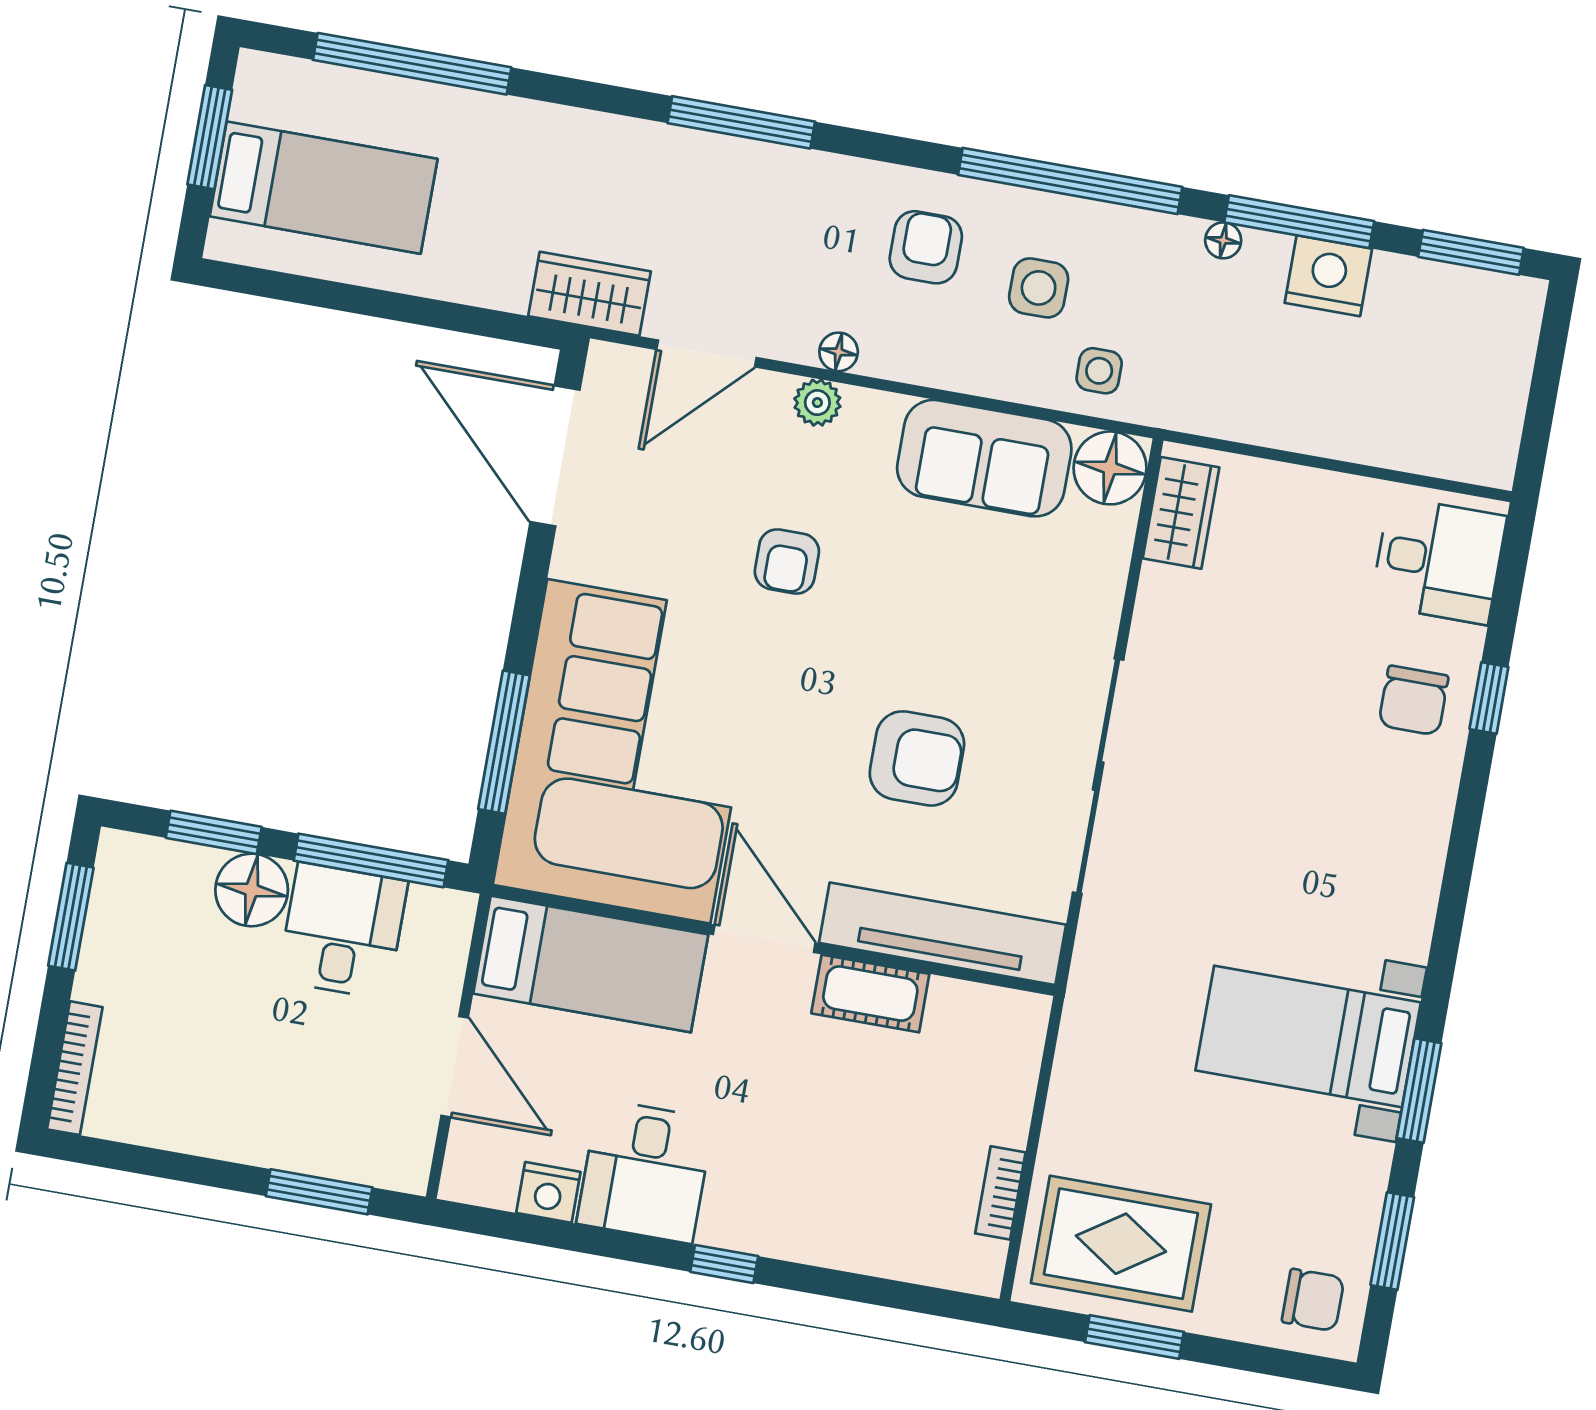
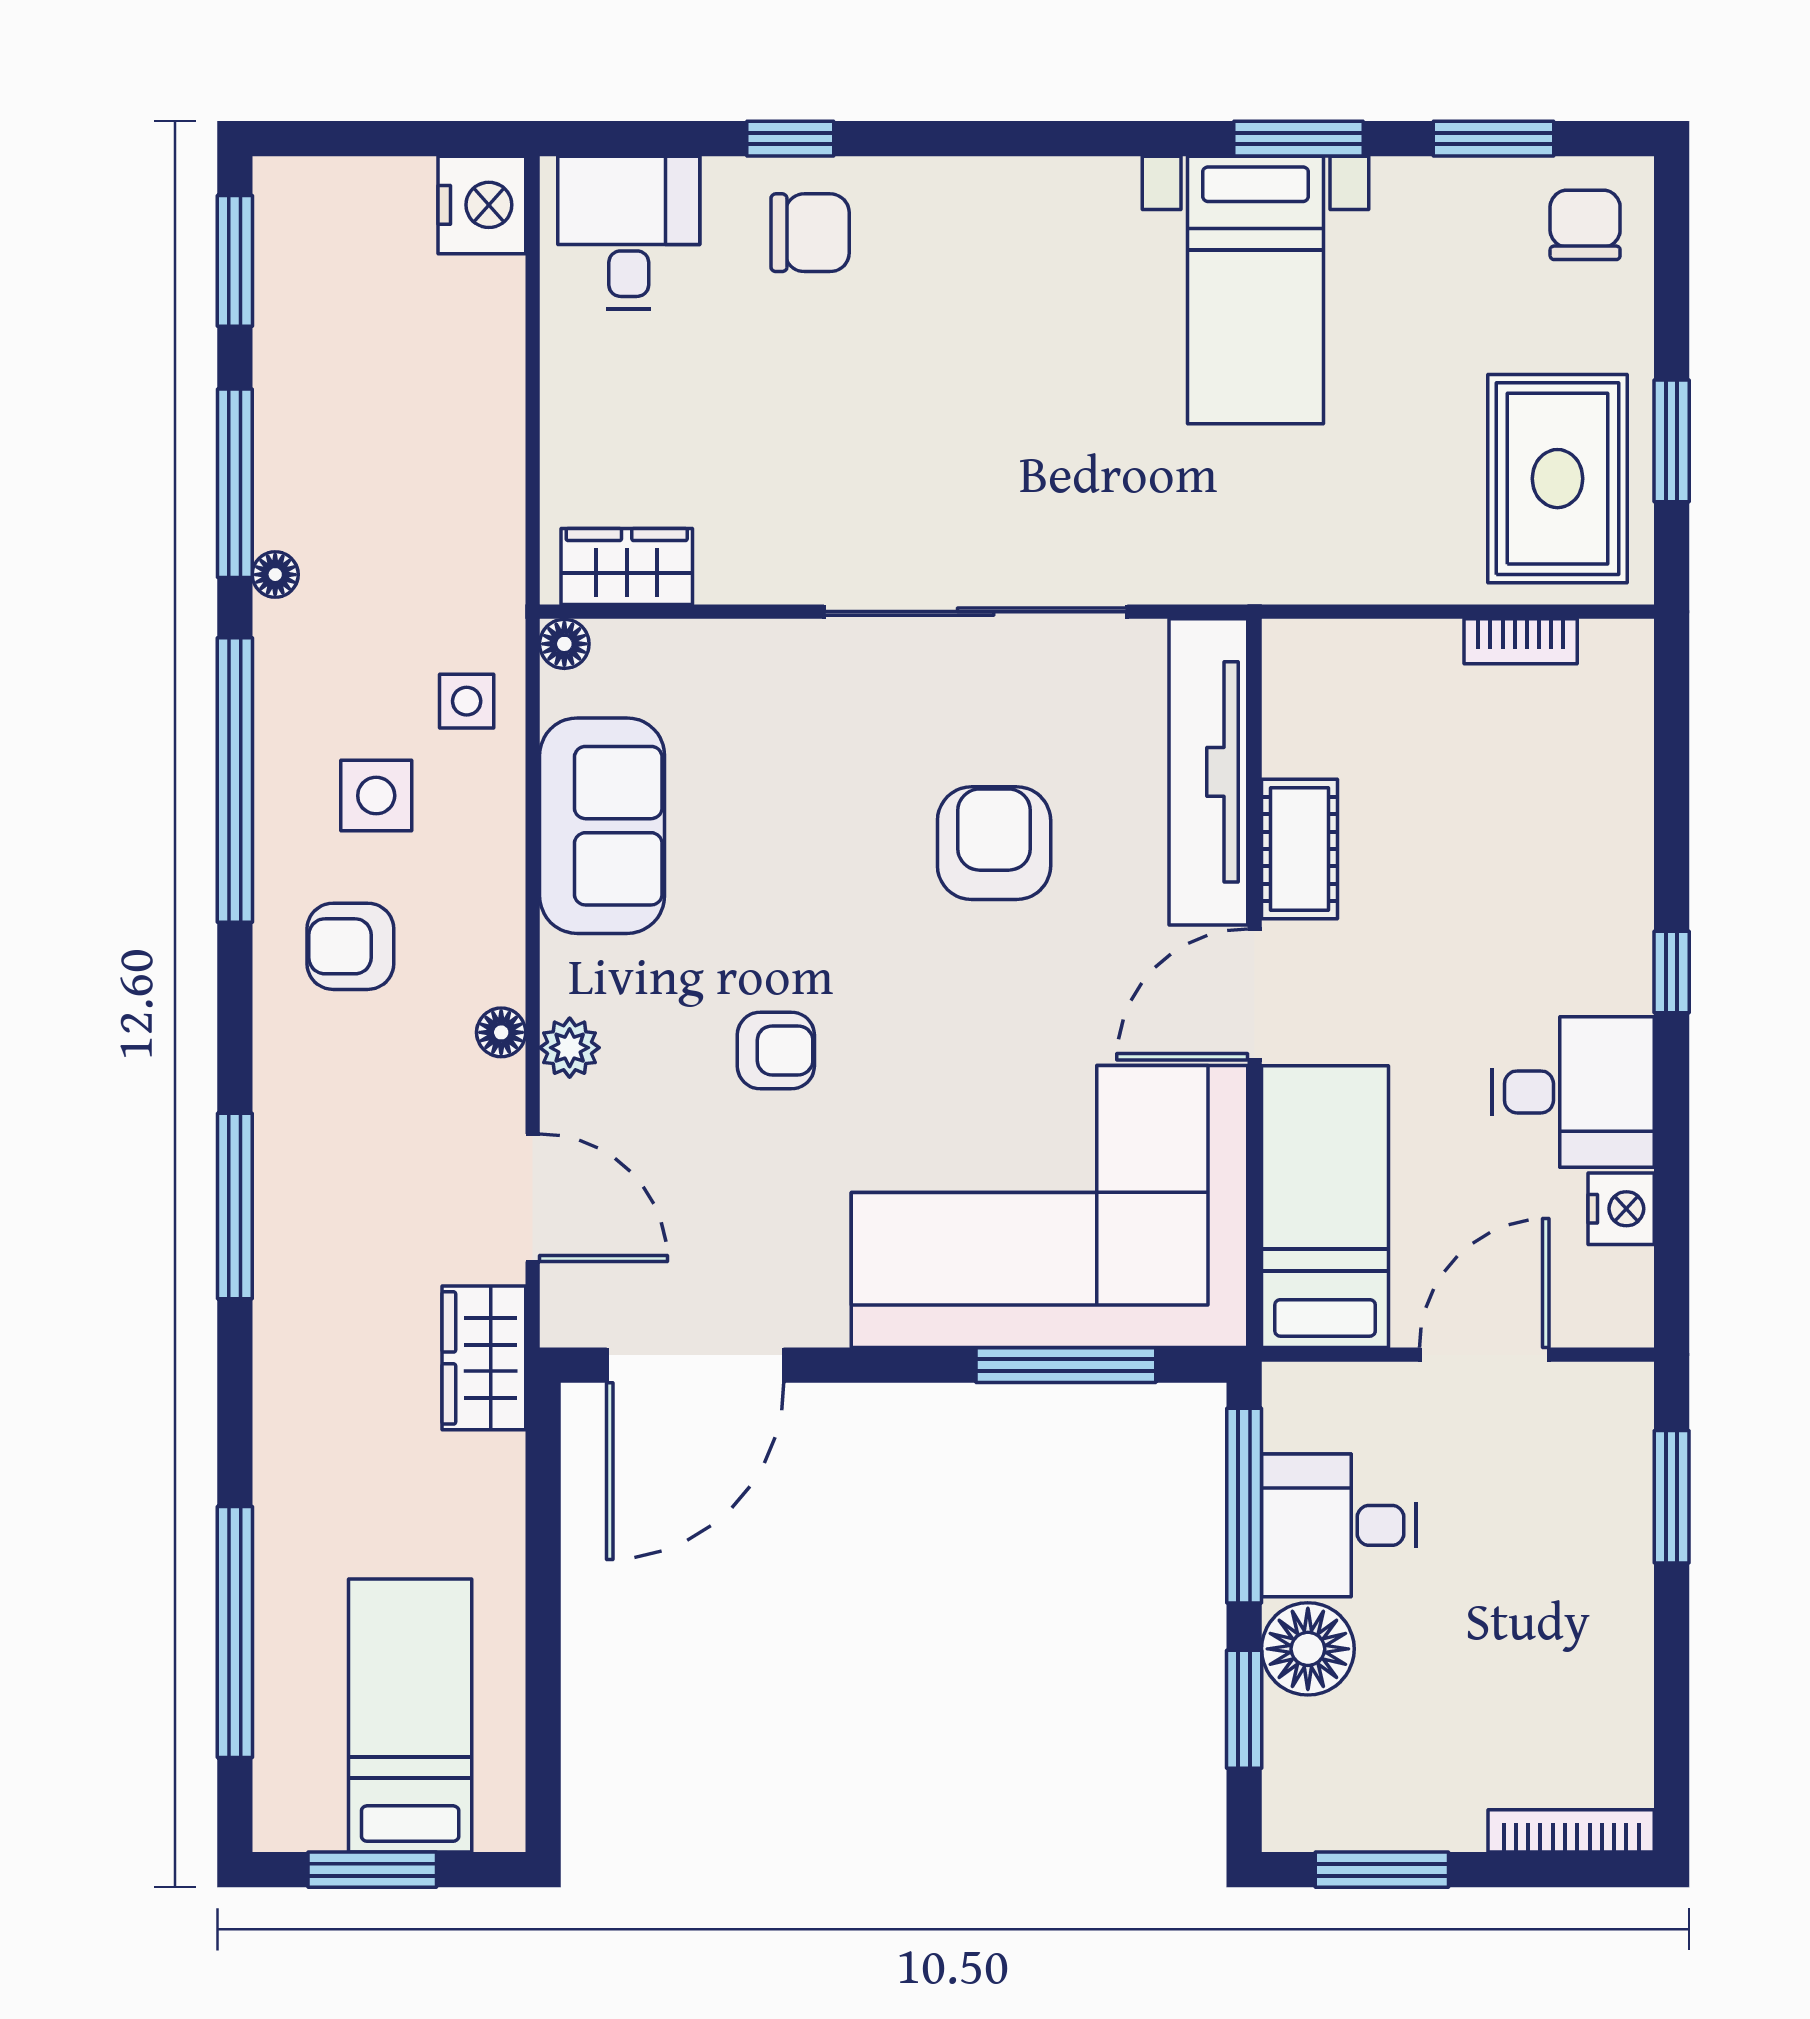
nightstand: (1328, 276) -> (482, 205), moved, turned 180
floor lamp: (1110, 468) -> (564, 644), width x0.53, depth x0.53

